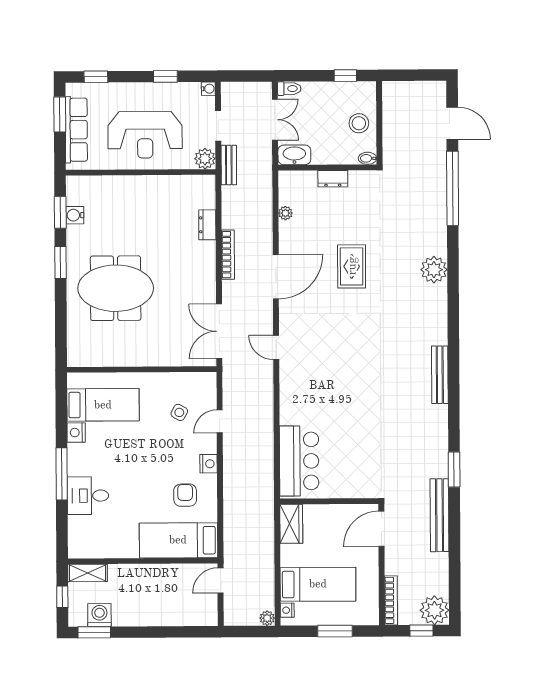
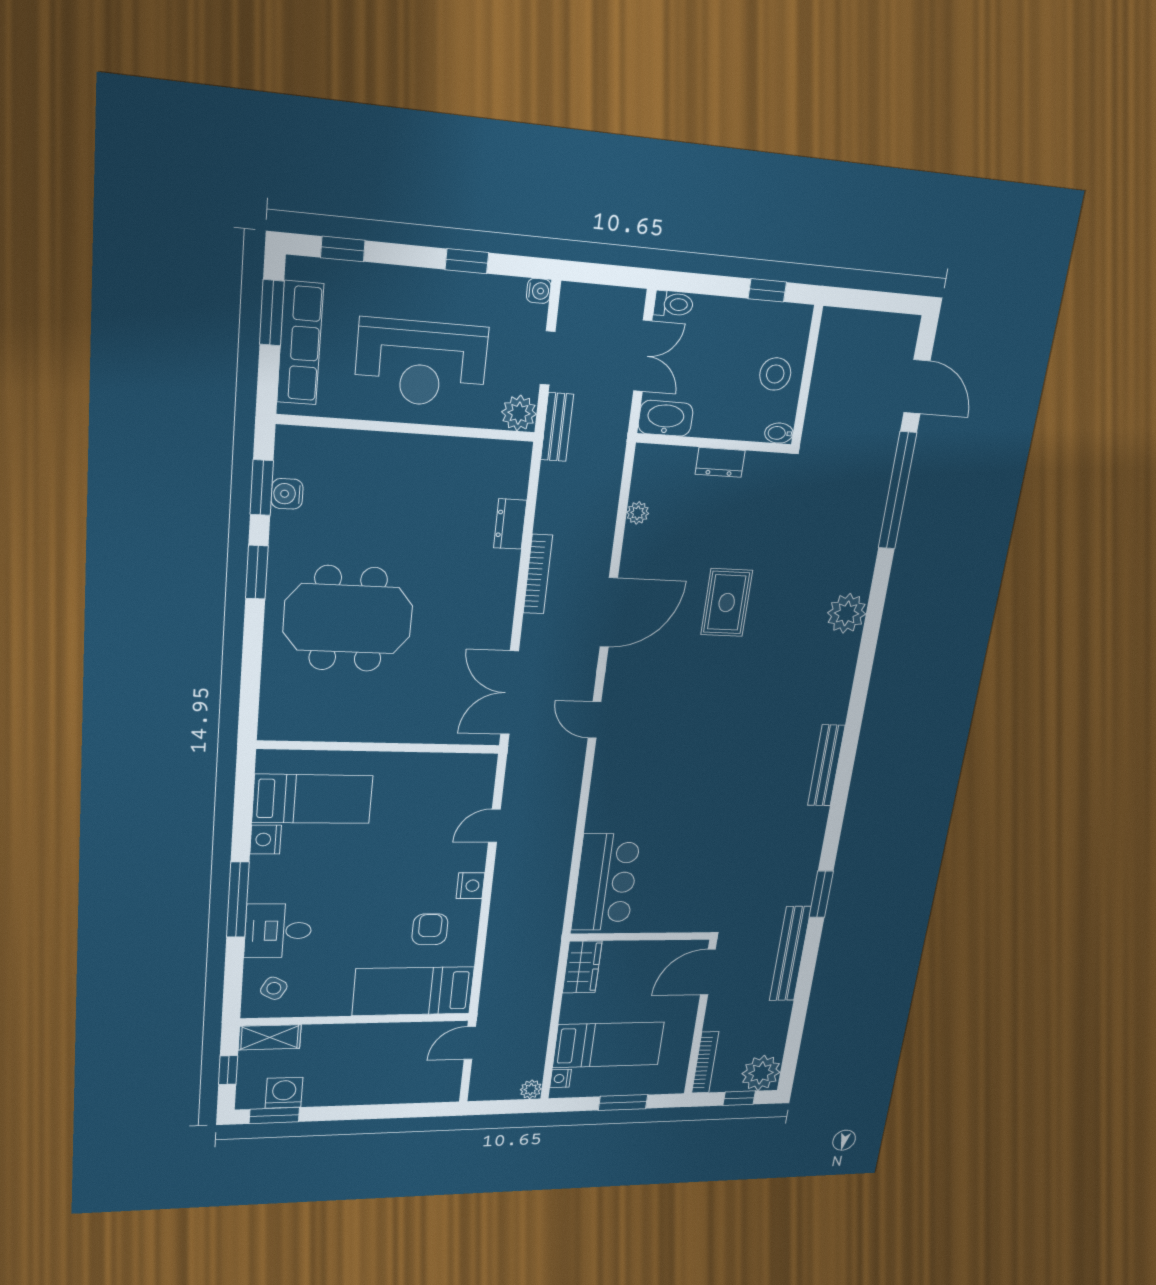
side table: (179, 412) -> (274, 988), moved

